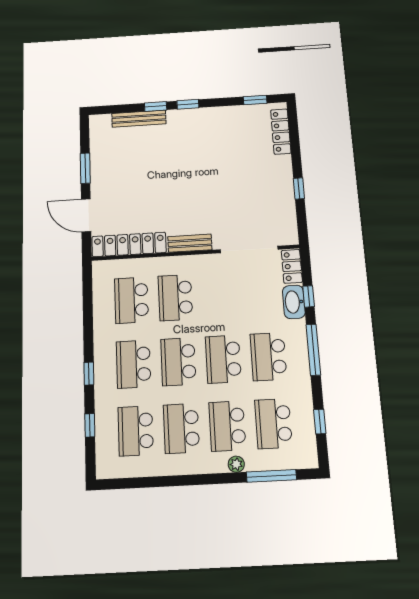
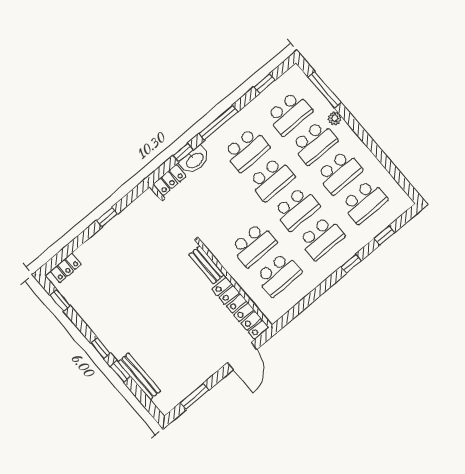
locker: (281, 132) -> (66, 268), width x0.66
window: (85, 168) -> (194, 397), moved

